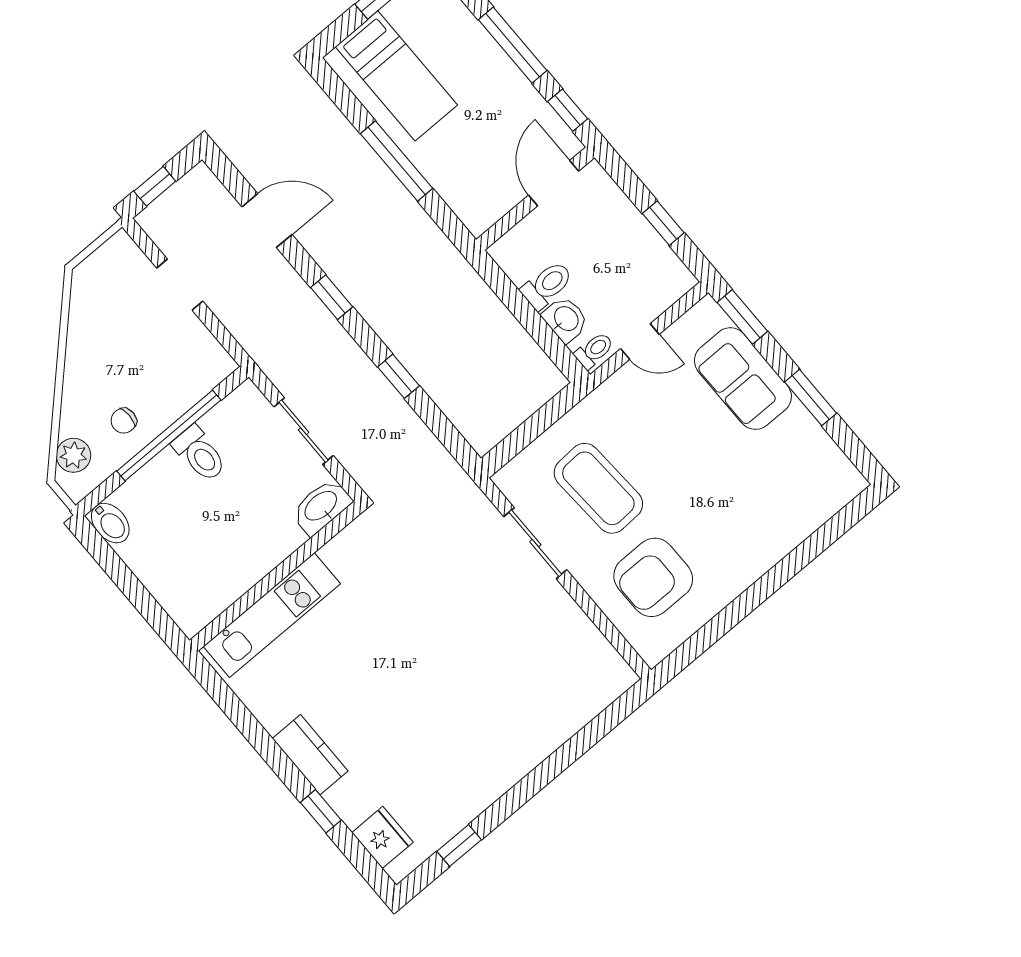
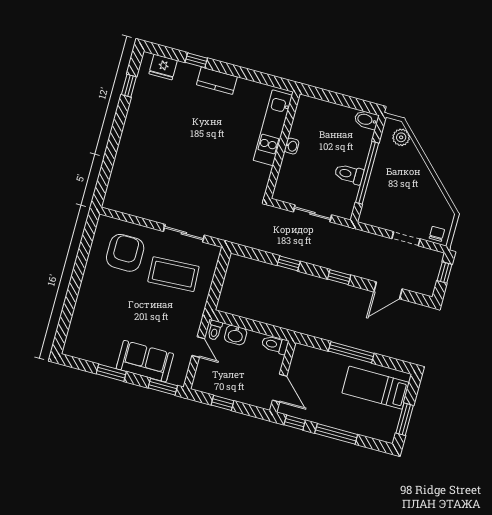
toilet: (547, 285) -> (275, 345), moved, turned 90
door: (640, 342) -> (198, 347), swing flipped
chair: (124, 421) -> (437, 234), moved
washbasin: (321, 507) -> (292, 146), moved, width x0.52, depth x0.69

